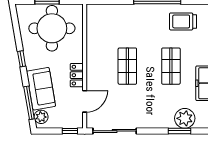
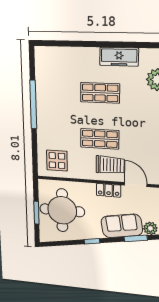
trolley: (183, 21) -> (110, 165), moved, turned -90
display table: (103, 24) -> (57, 161), added
window: (29, 103) -> (136, 238), width x0.69

